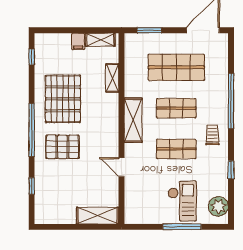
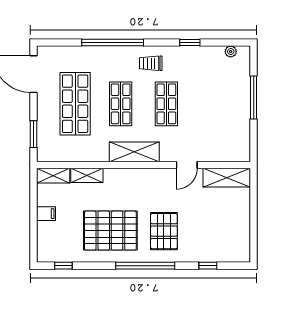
shelving: (100, 40) -> (53, 176), moved, turned 90
checkout: (182, 201) -> (225, 97), removed
plant: (218, 206) -> (231, 52), width x0.53, depth x0.53
shelving: (98, 216) -> (227, 178), moved, turned 90

